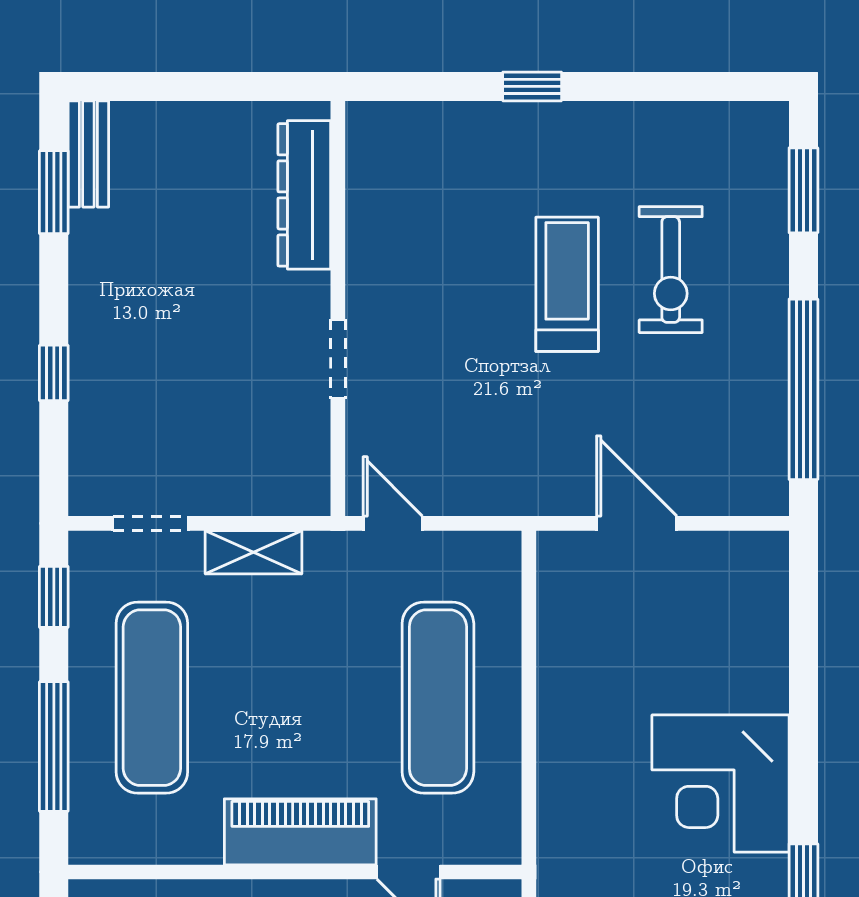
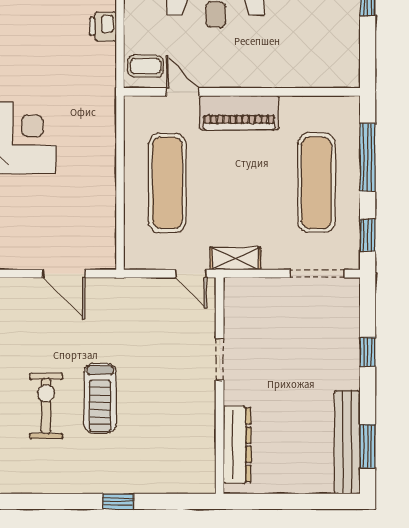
bench: (88, 154) -> (347, 442), width x1.86, depth x1.21
doorway: (150, 523) -> (317, 274), width x1.38
shelving: (254, 552) -> (235, 259), moved

